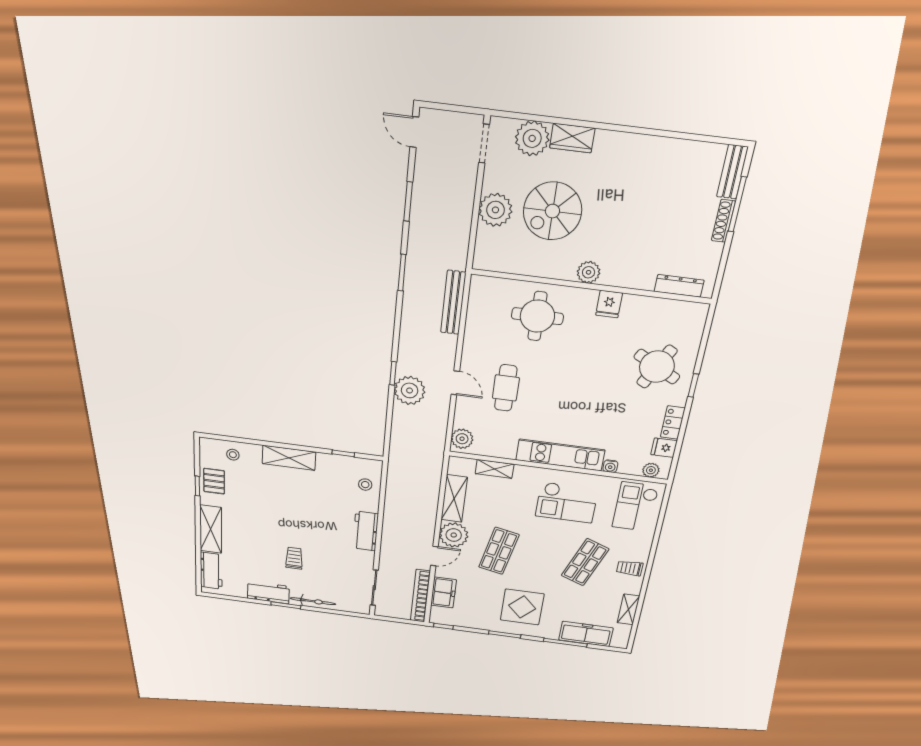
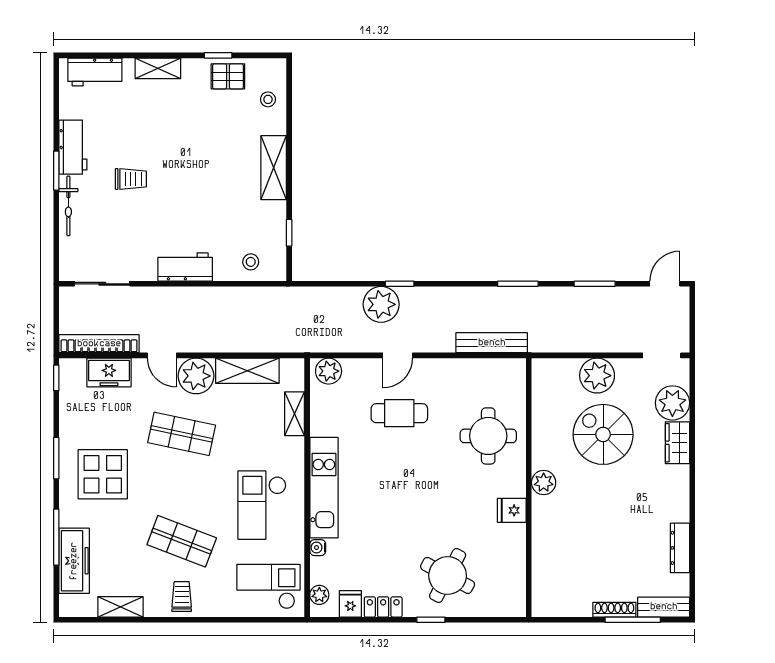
dresser: (679, 286) -> (680, 548), moved, turned 180
shelving: (211, 529) -> (158, 68), width x0.67, depth x0.75

